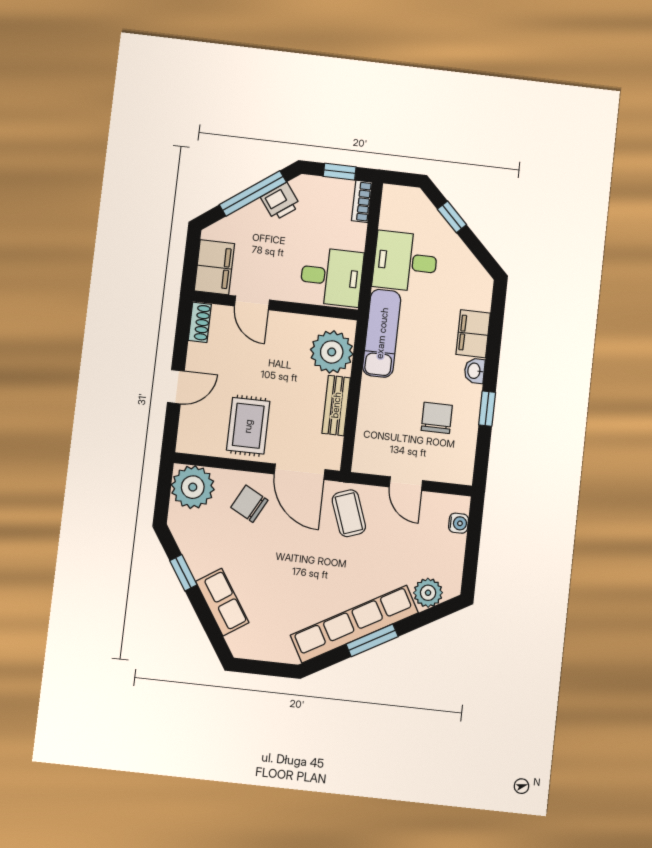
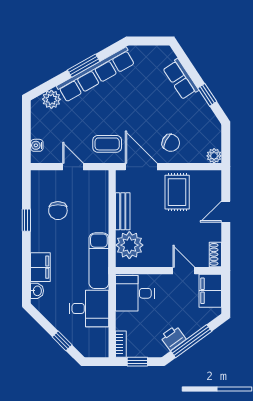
washbasin: (474, 371) -> (37, 291), moved
plant: (193, 487) -> (214, 156), width x0.53, depth x0.53
coffee table: (349, 513) -> (107, 144), turned -70

